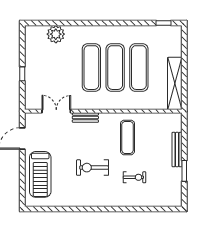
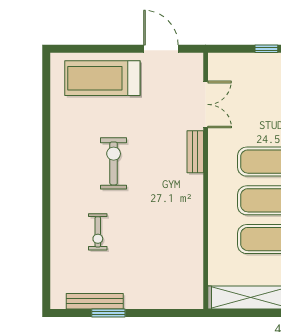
exercise mat: (127, 137) -> (163, 220), removed
bench: (177, 150) -> (95, 301), moved

